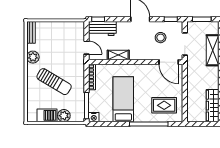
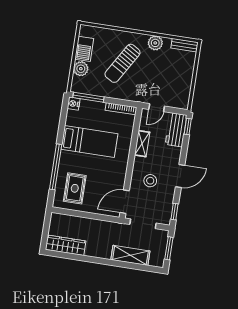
stool: (161, 38) -> (150, 181), moved

